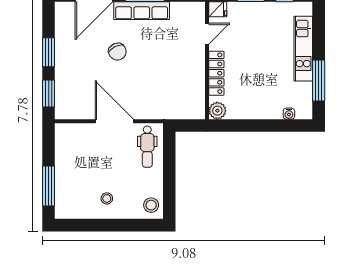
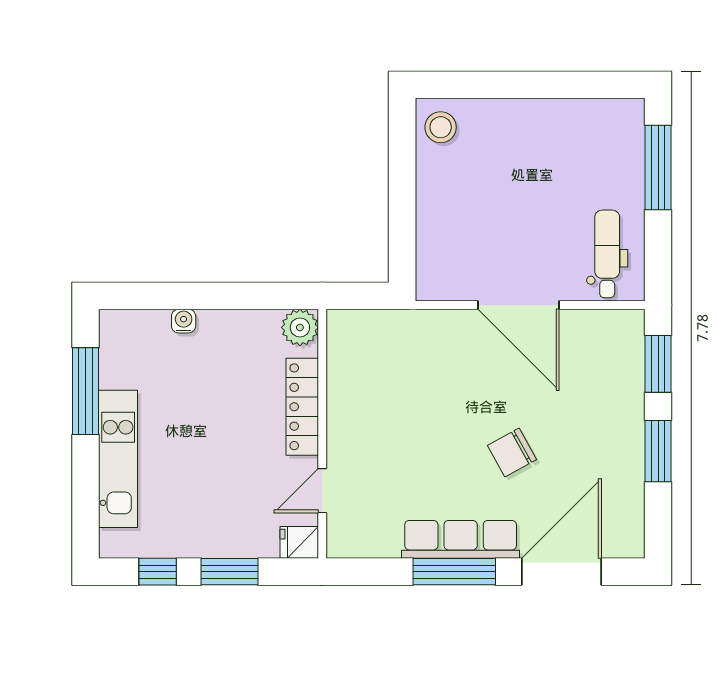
chair: (117, 52) -> (512, 453), turned -93
water cooler: (289, 114) -> (184, 321), moved
dental chair: (147, 147) -> (607, 254), moved
stool: (107, 198) -> (535, 141), removed

